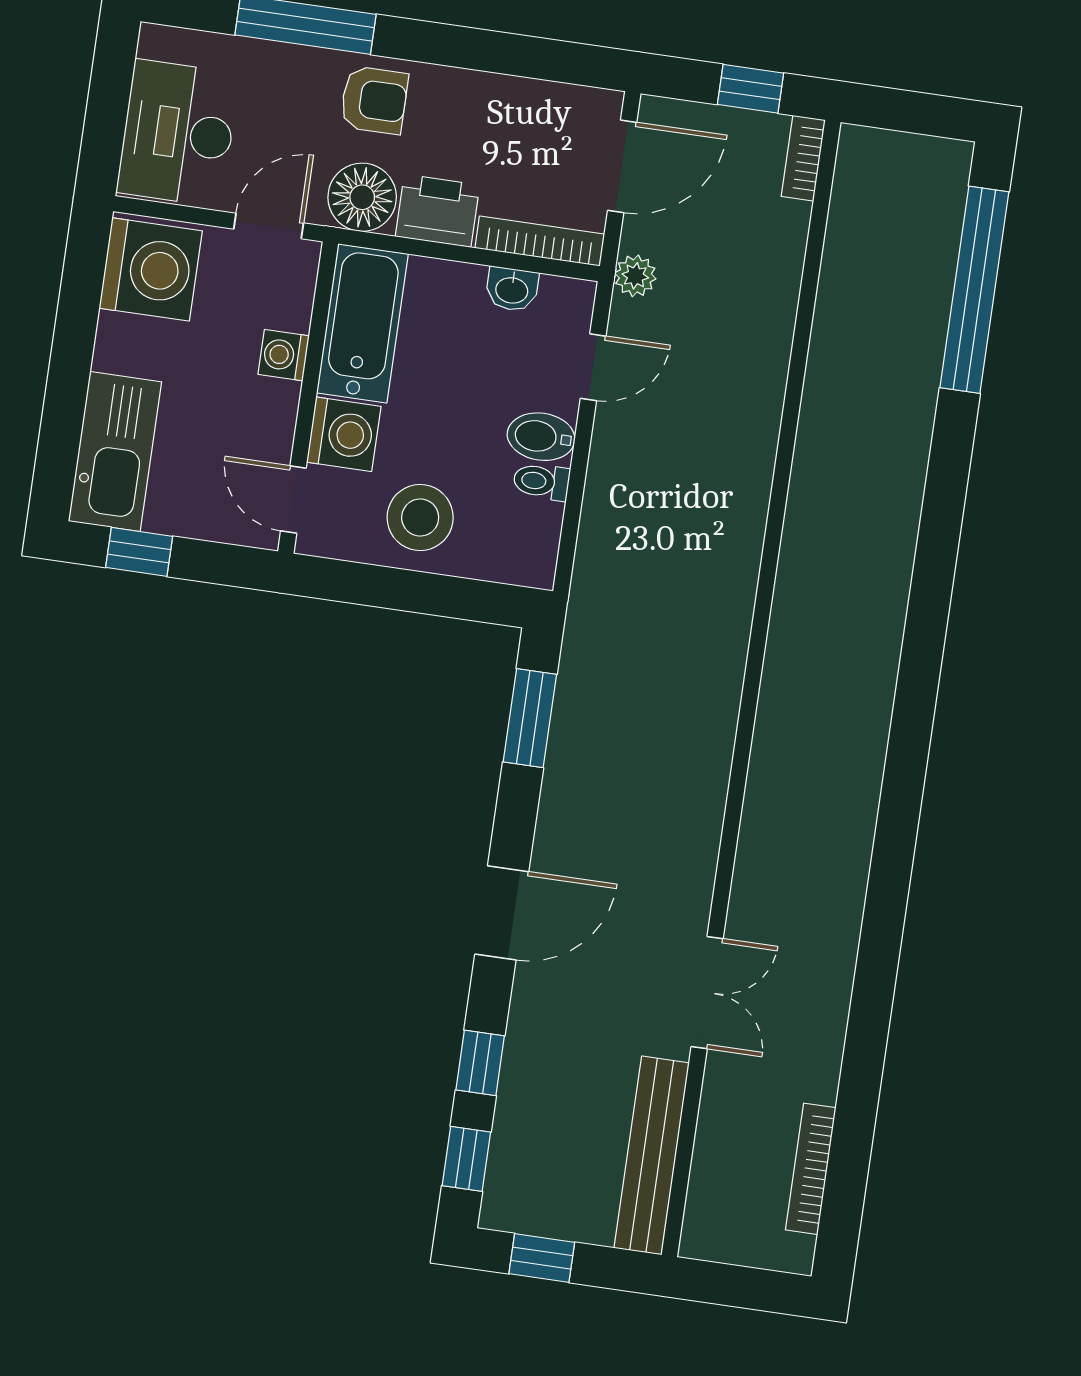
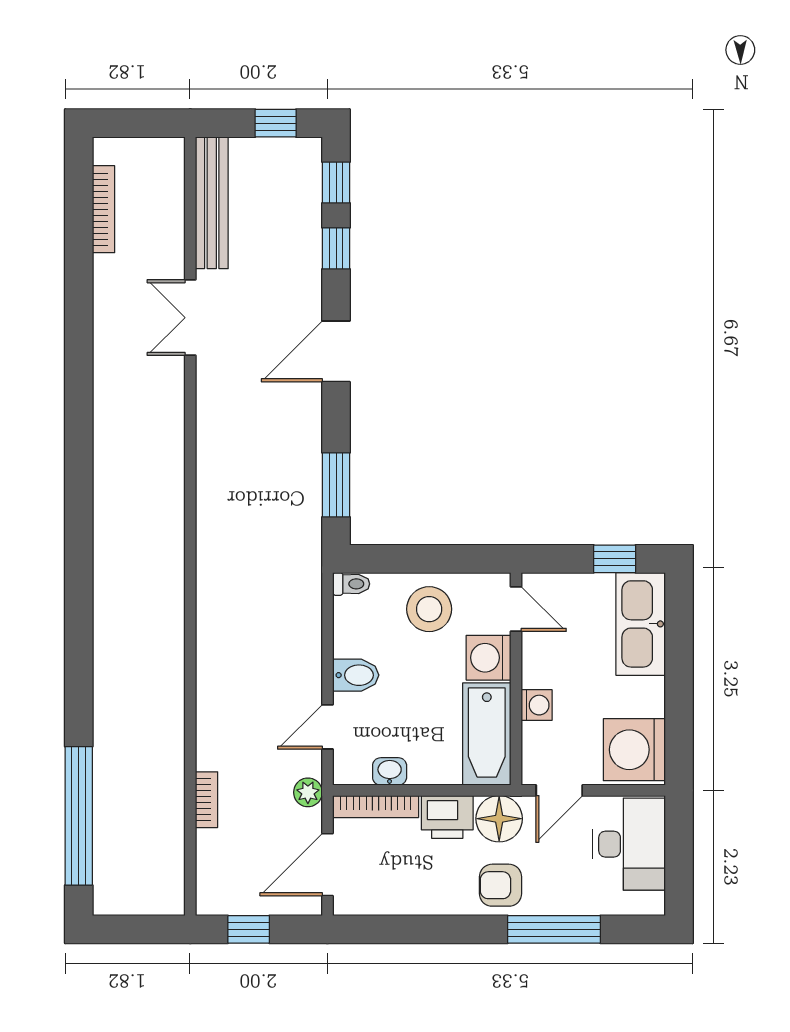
bookcase: (803, 158) -> (207, 800), moved
toilet: (541, 482) -> (351, 584), moved

